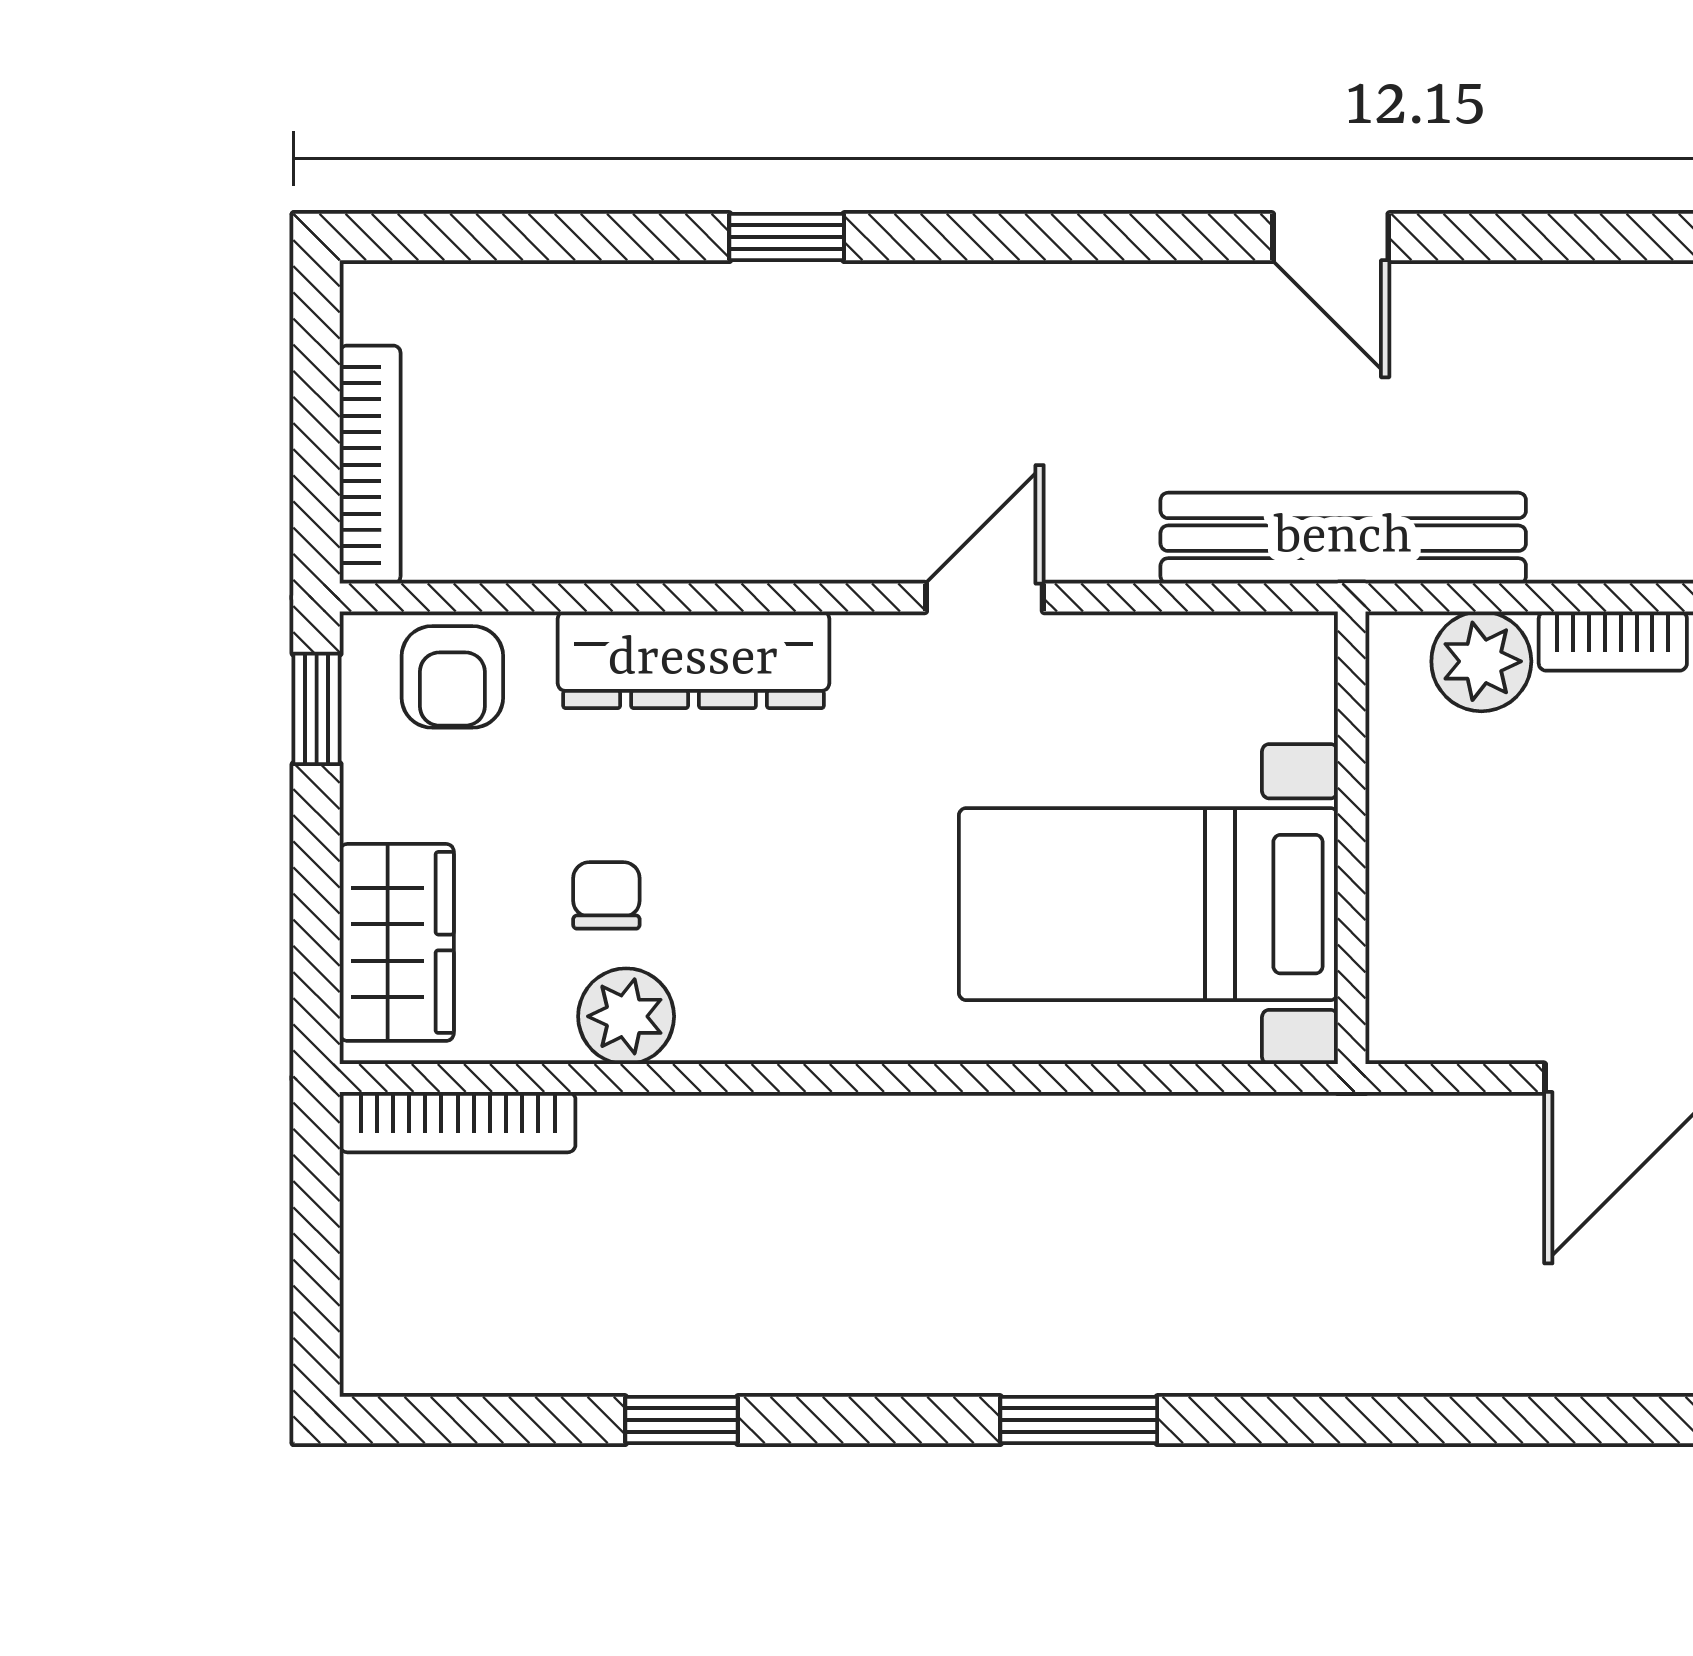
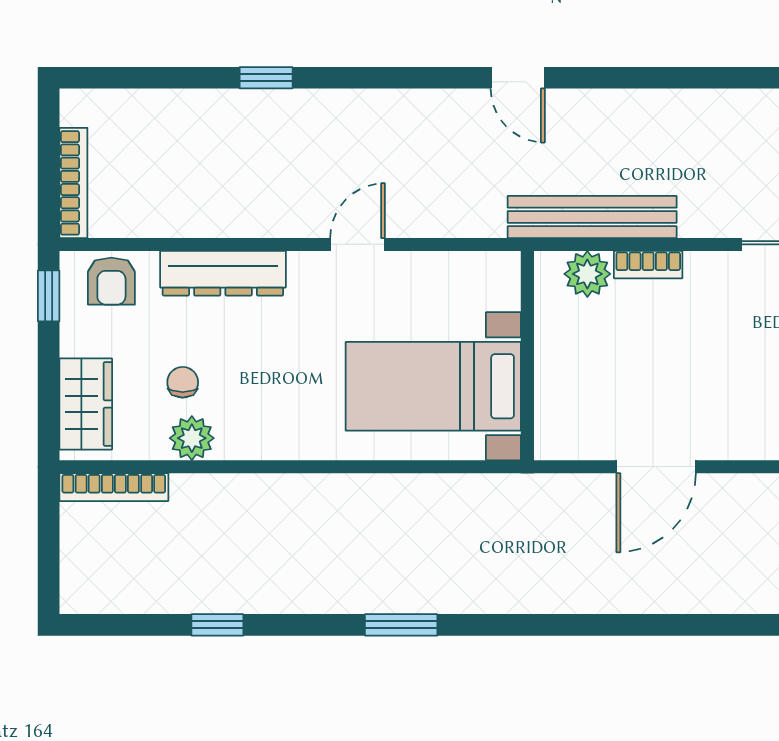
bench: (1343, 538) -> (592, 217), moved

